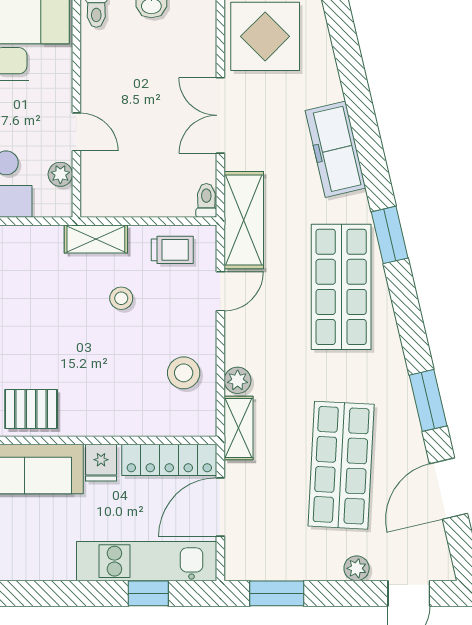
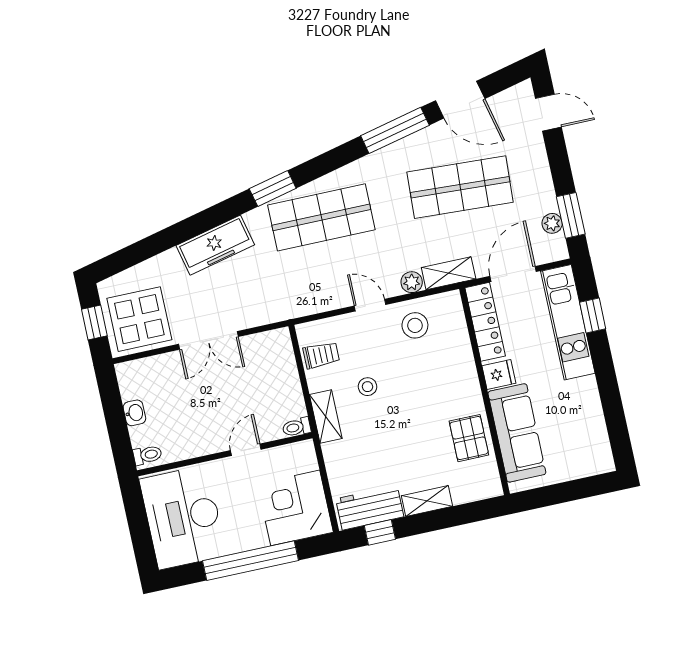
plant: (60, 174) -> (281, 455), removed
toilet: (206, 200) -> (297, 427), moved
shelving: (244, 220) -> (286, 305), removed
trolley: (172, 250) -> (321, 355), turned 90
door: (220, 291) -> (370, 305), moved
window: (428, 400) -> (395, 130), width x1.44
door: (220, 507) -> (513, 274), swing flipped
plant: (357, 568) -> (552, 223), moved

